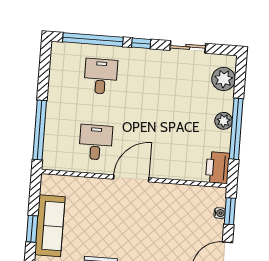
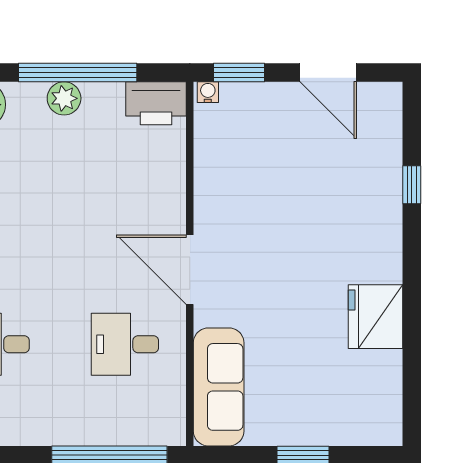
water cooler: (220, 213) -> (208, 92), moved
sofa: (50, 226) -> (219, 387), moved, turned 90

